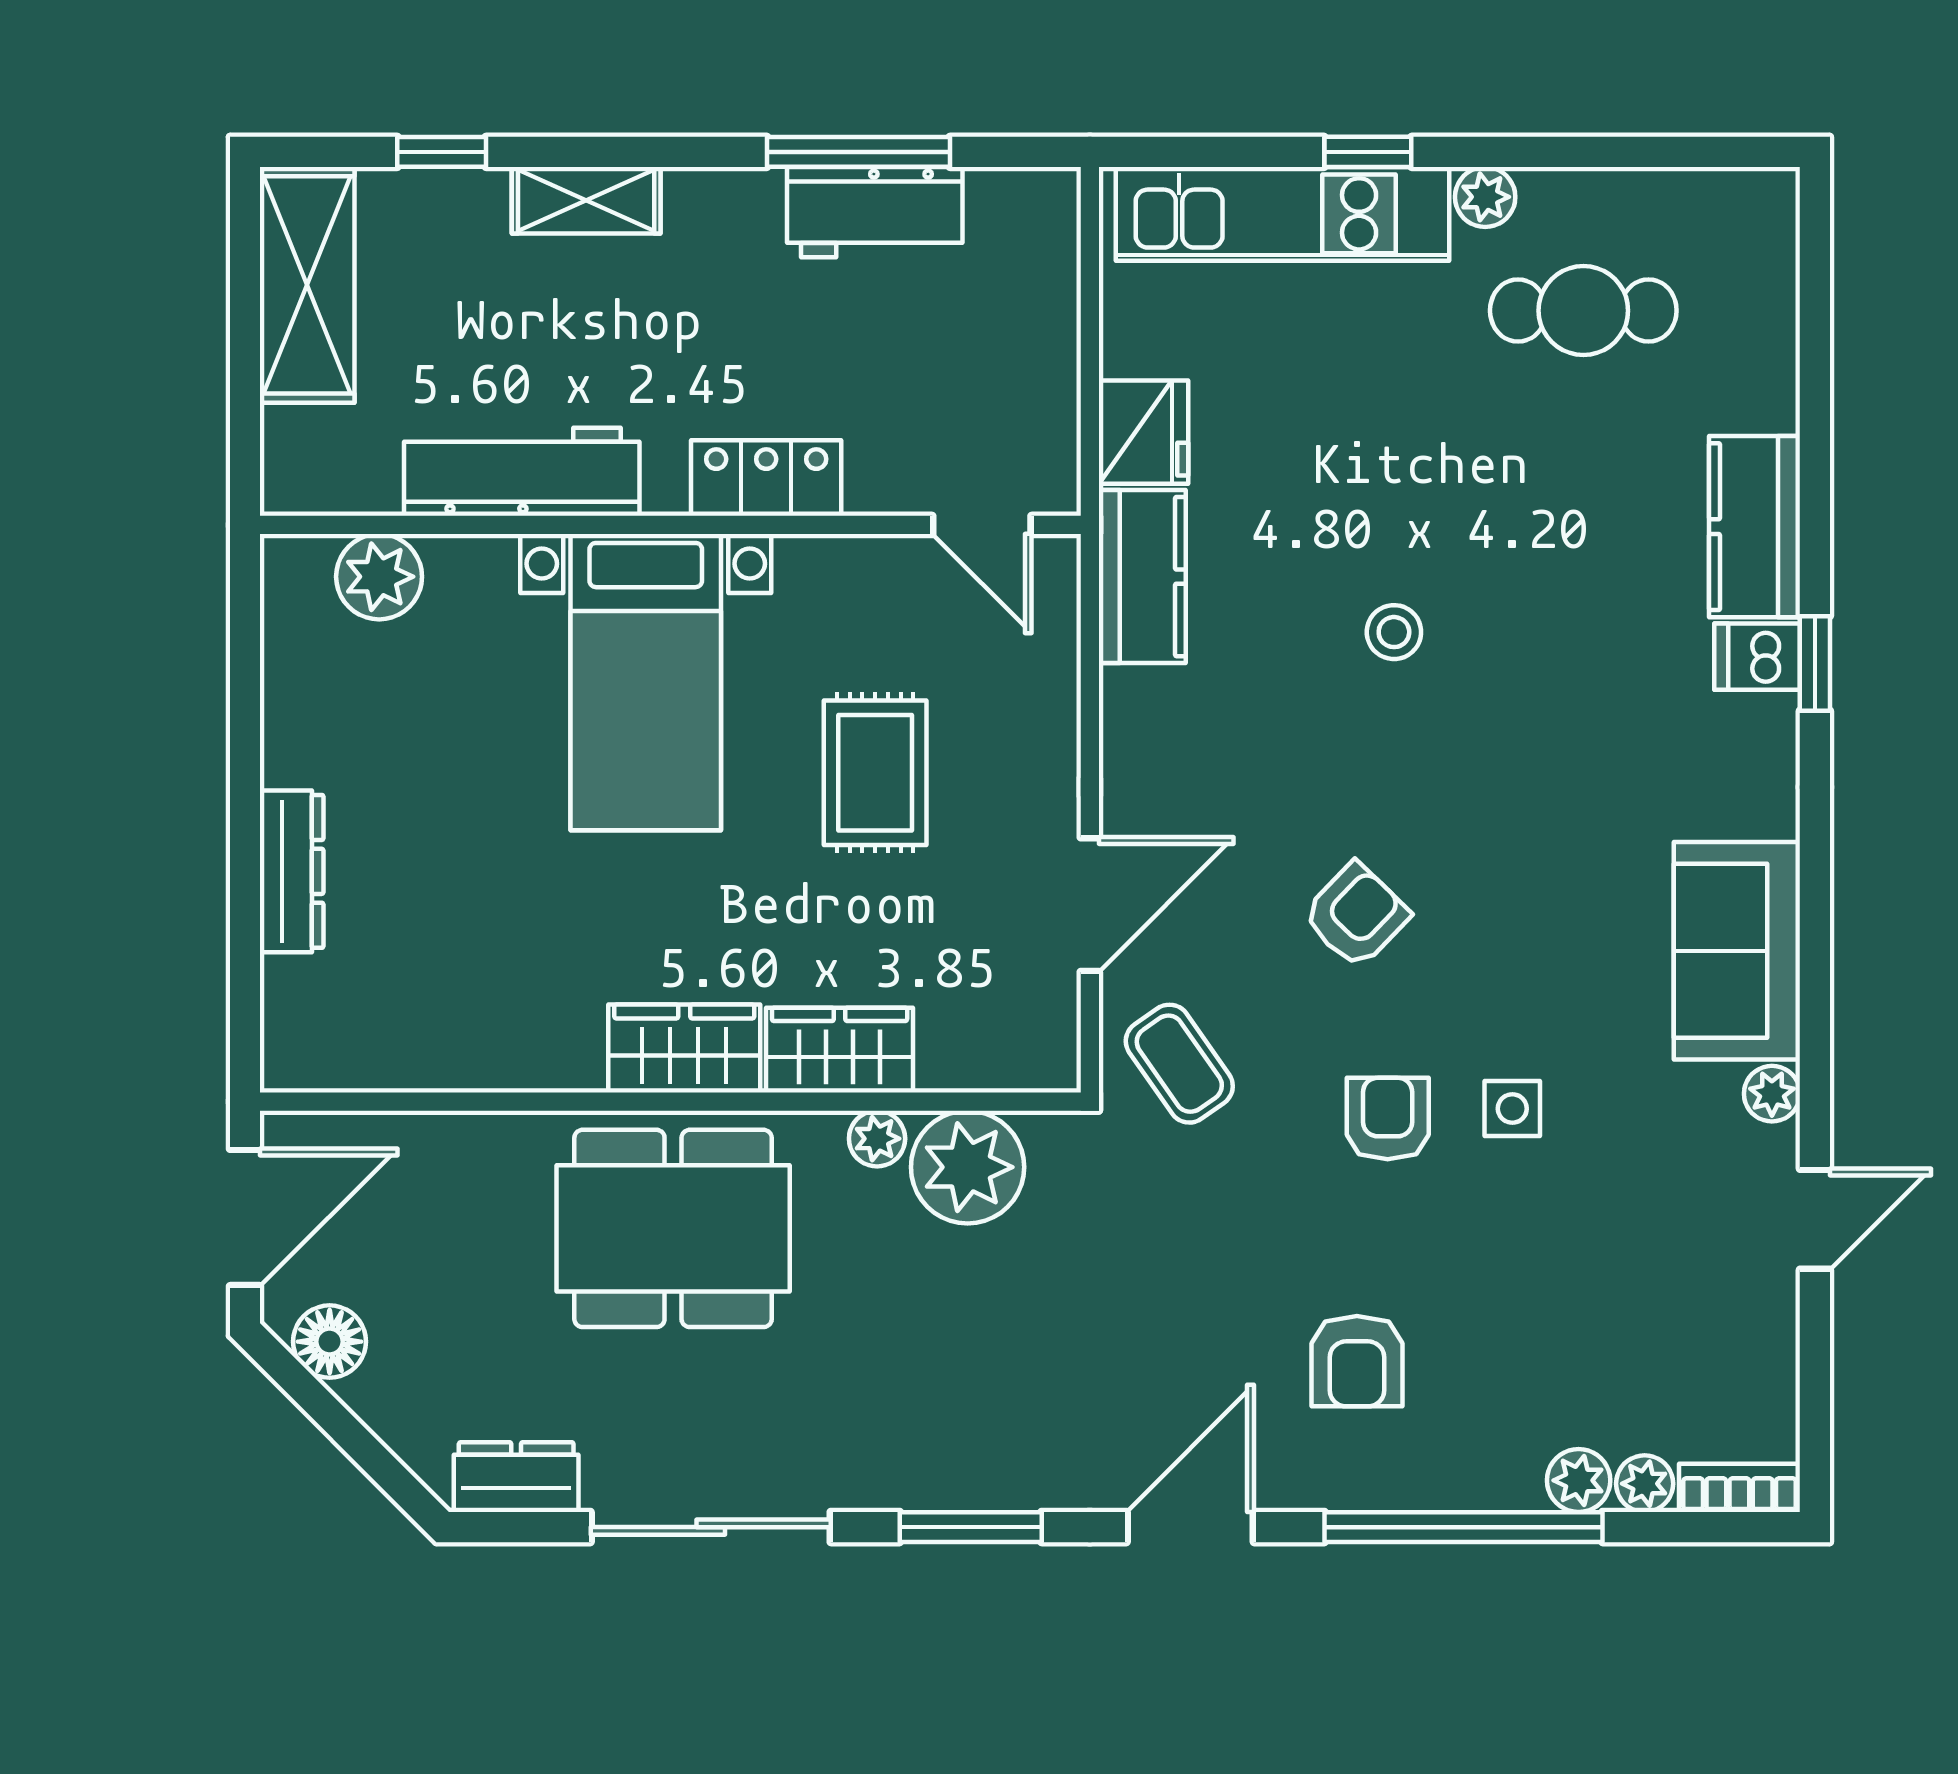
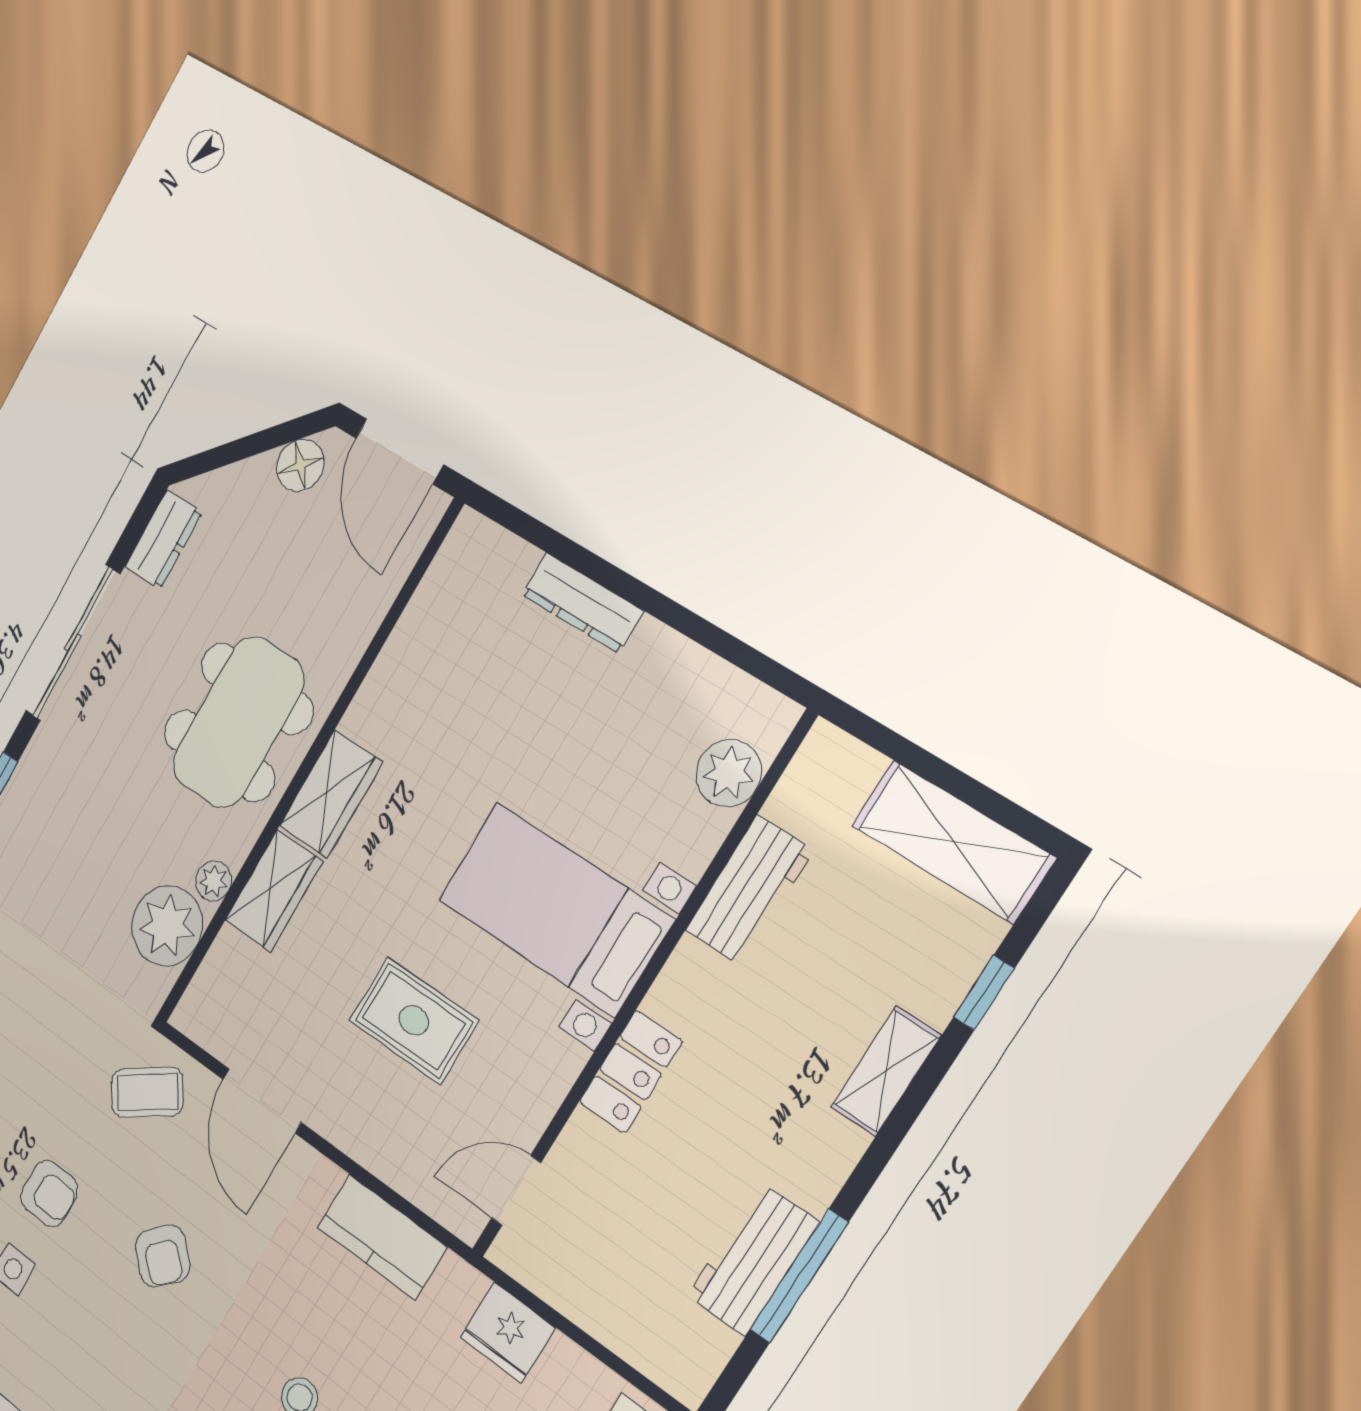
workbench: (522, 472) -> (749, 890), width x0.73
kitchen counter: (1142, 577) -> (382, 1237), moved

